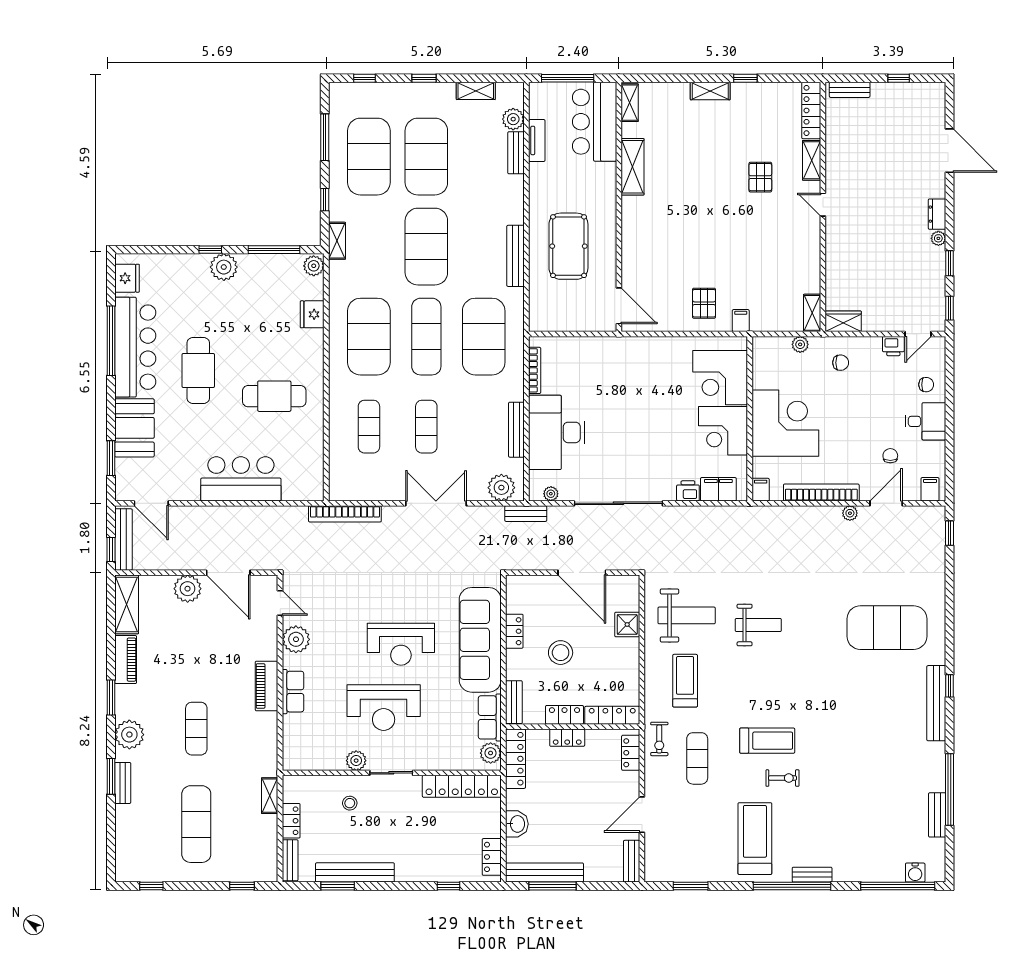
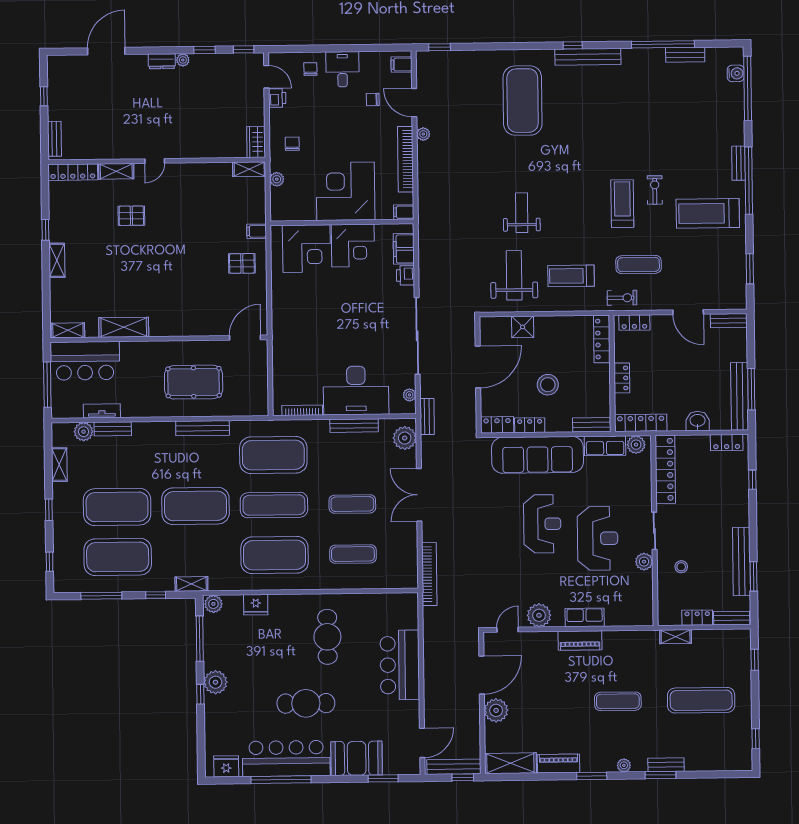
locker: (564, 715) -> (497, 425), moved, turned 90
plant: (129, 735) -> (624, 765), width x0.53, depth x0.53

